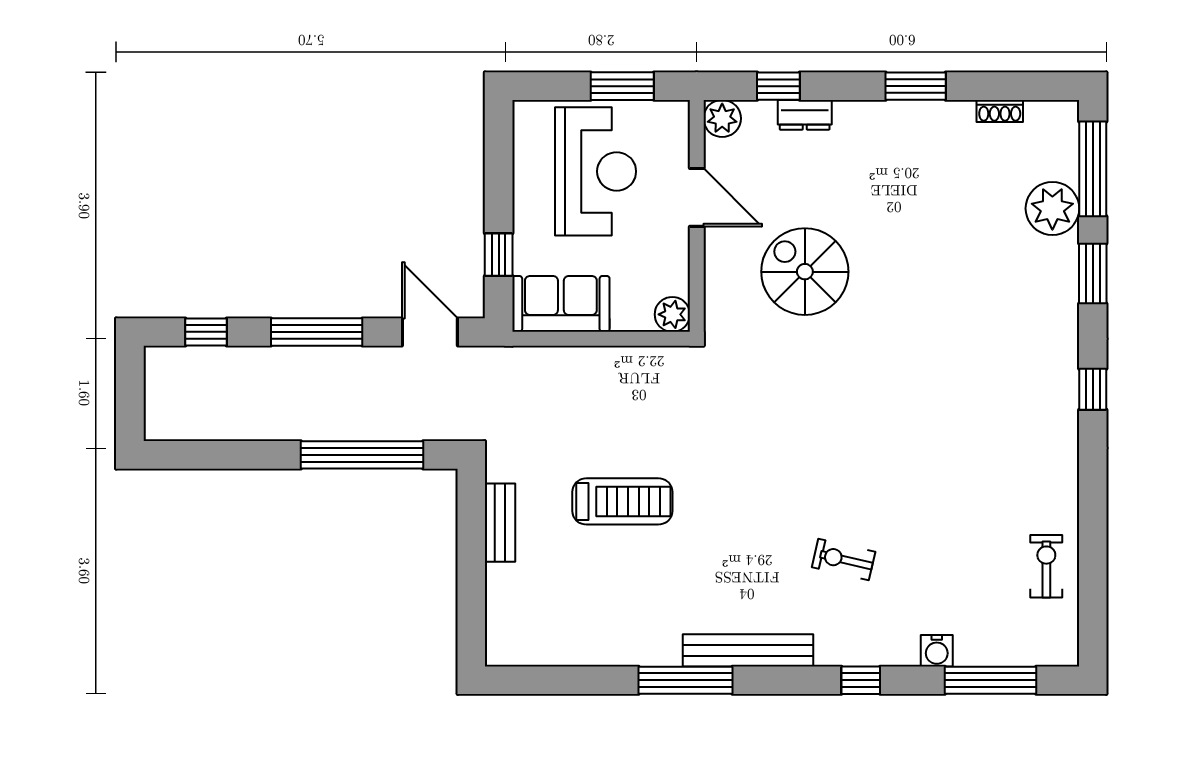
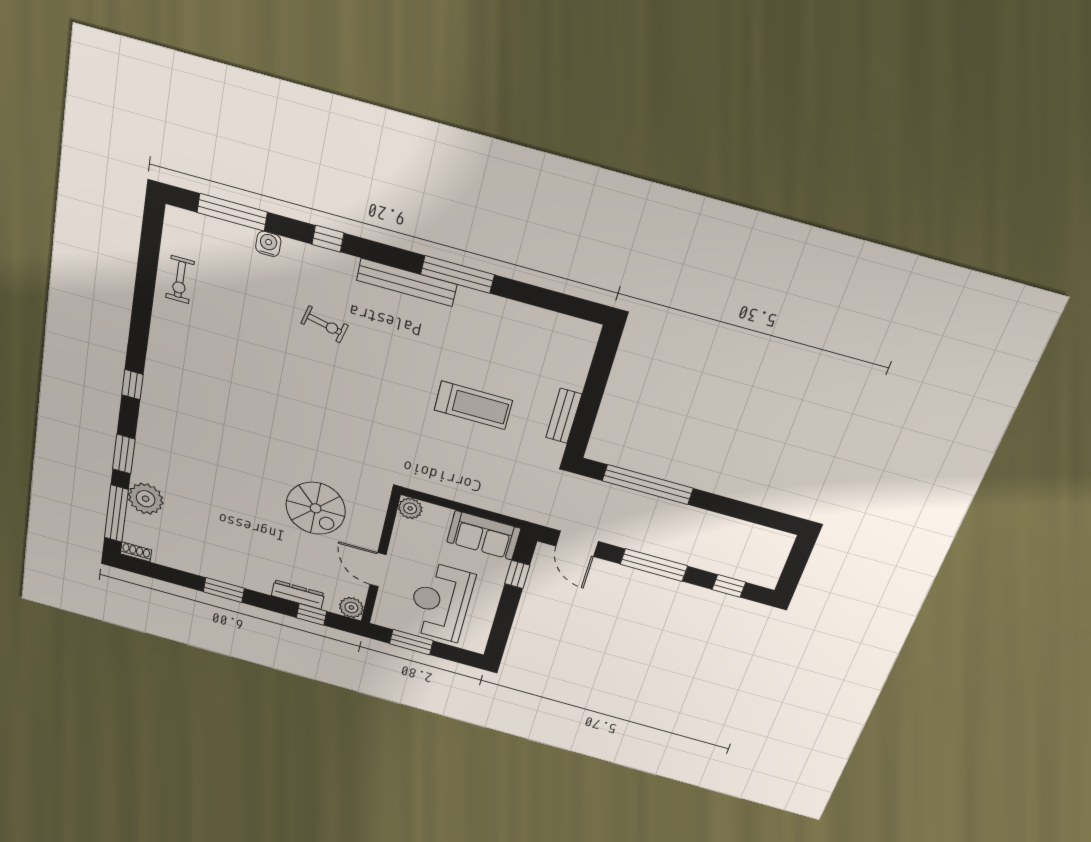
shoe rack: (1000, 111) -> (136, 552), moved
dresser: (805, 115) -> (298, 595), width x1.44
treadmill: (622, 501) -> (473, 405), turned 180

